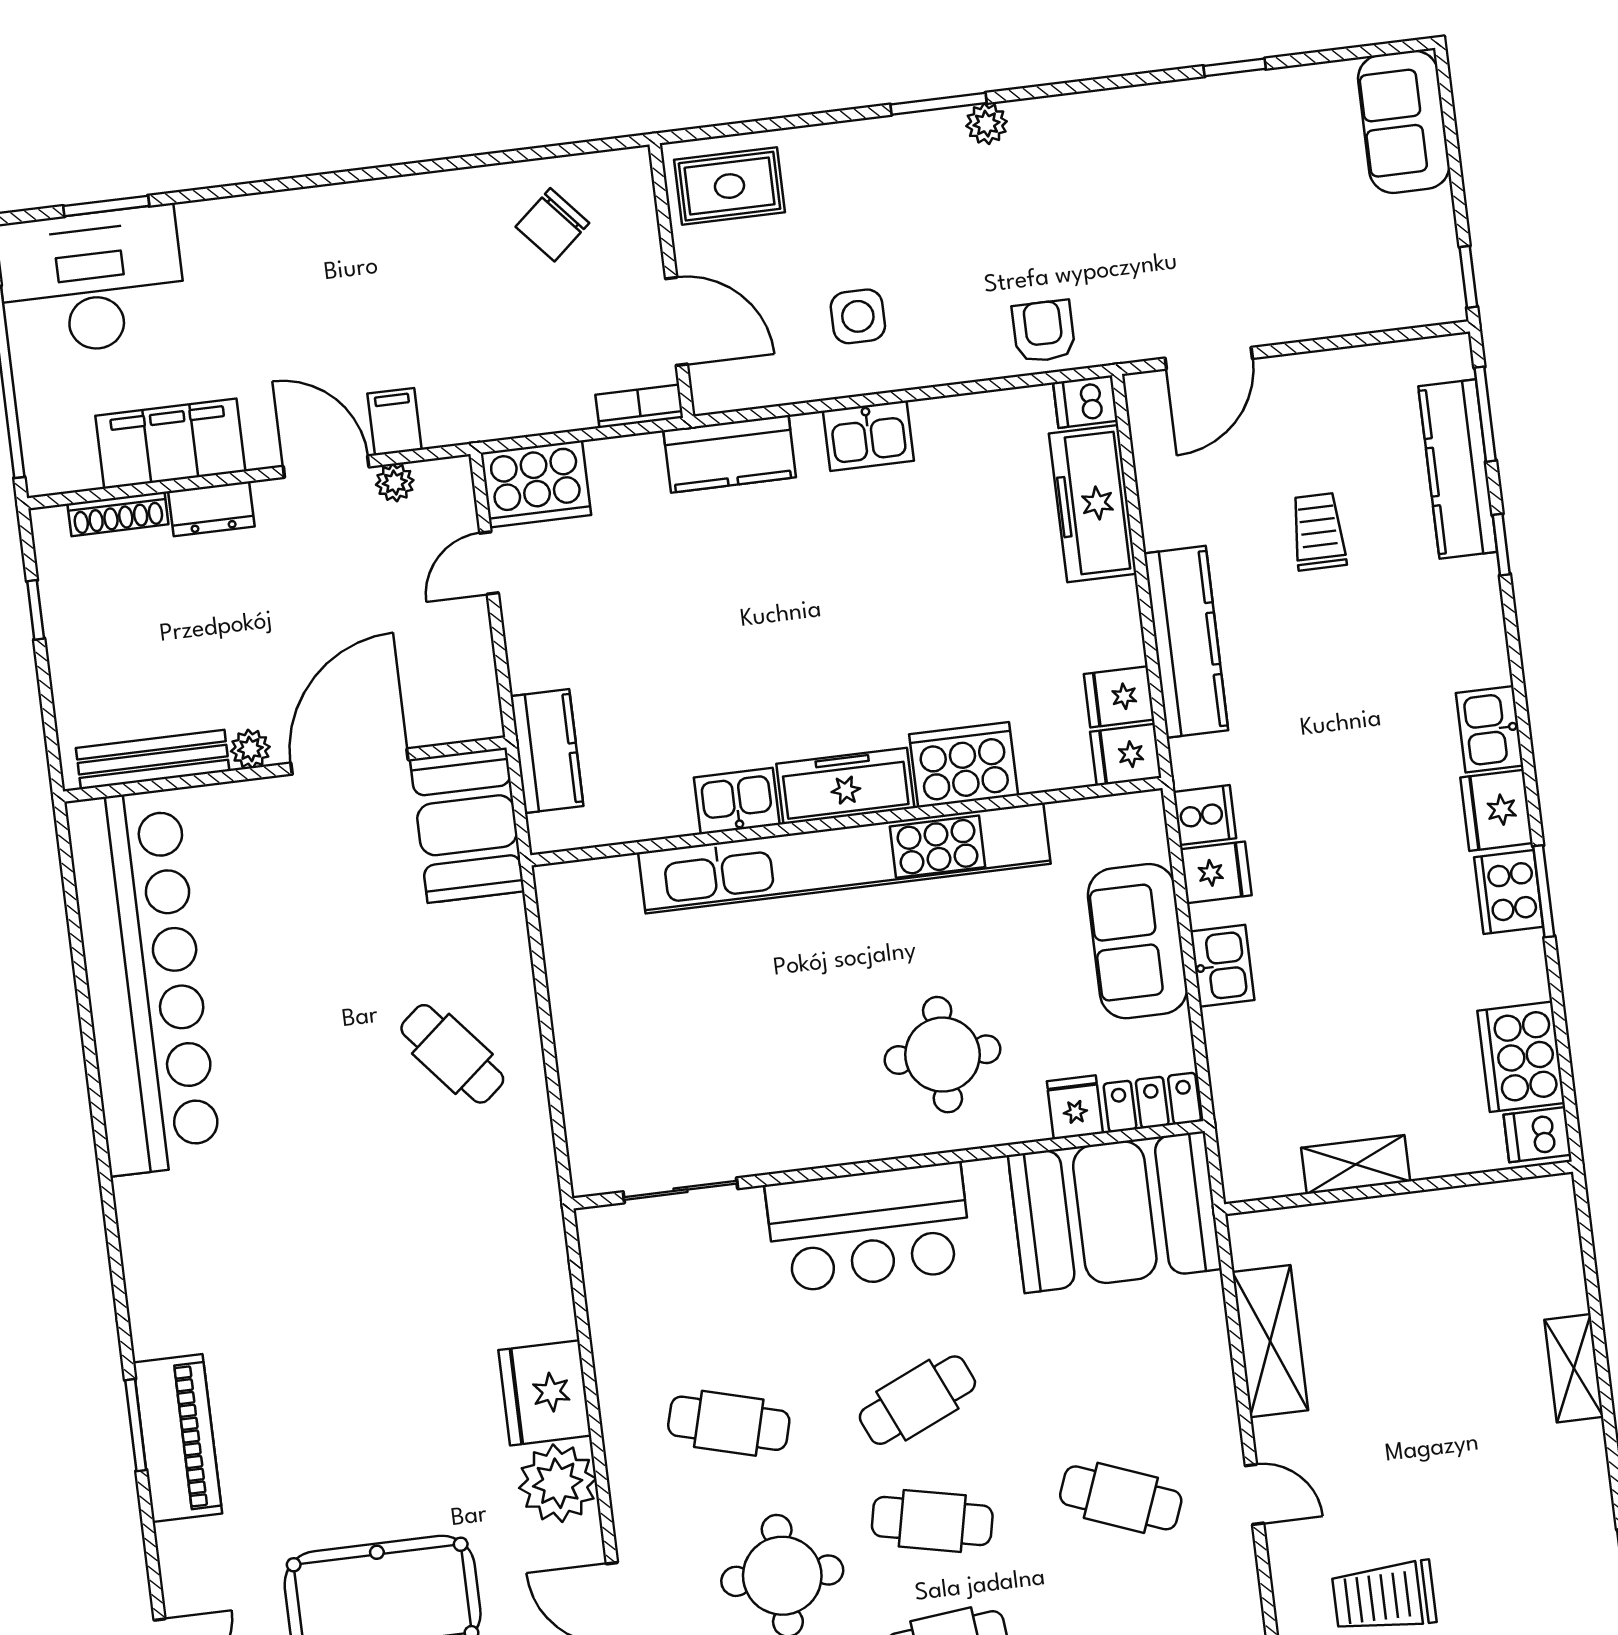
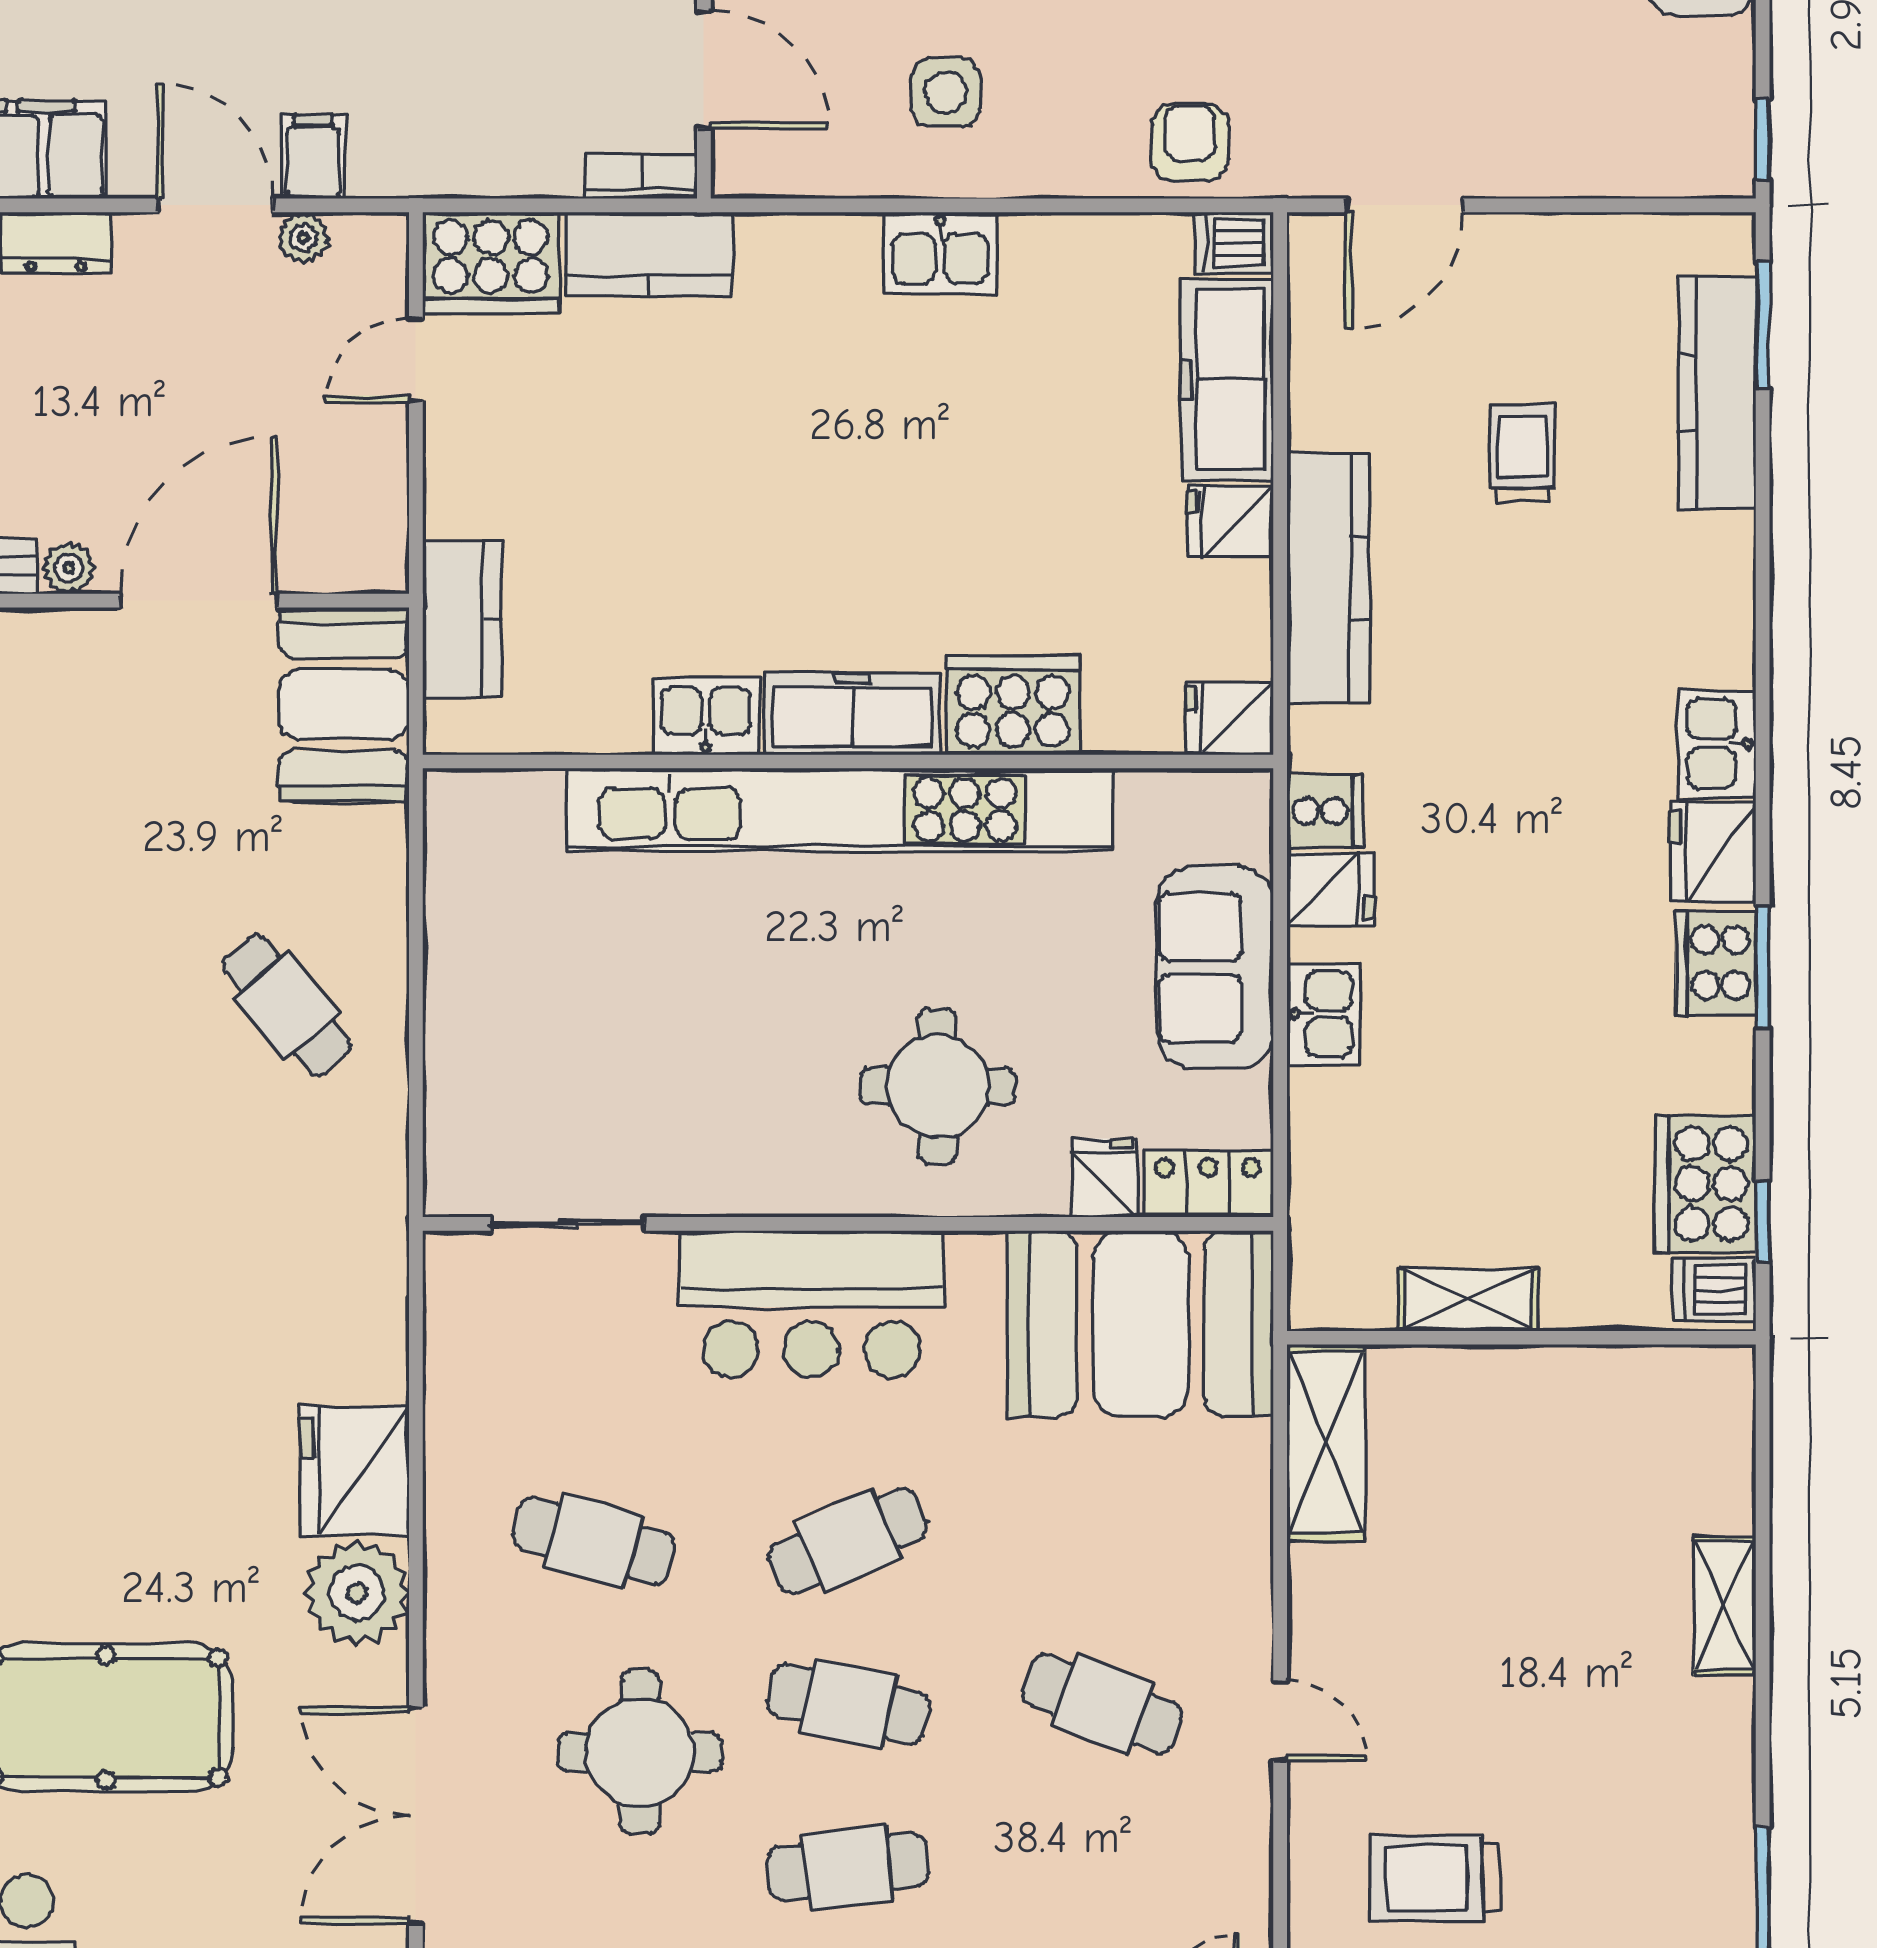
kitchen counter: (730, 454) -> (649, 254), moved
window: (1501, 545) -> (1763, 1221), moved
fridge: (1119, 697) -> (1230, 521), moved
shelving: (1270, 1341) -> (1326, 1442), moved

